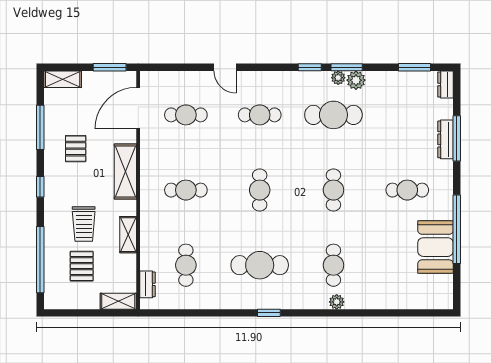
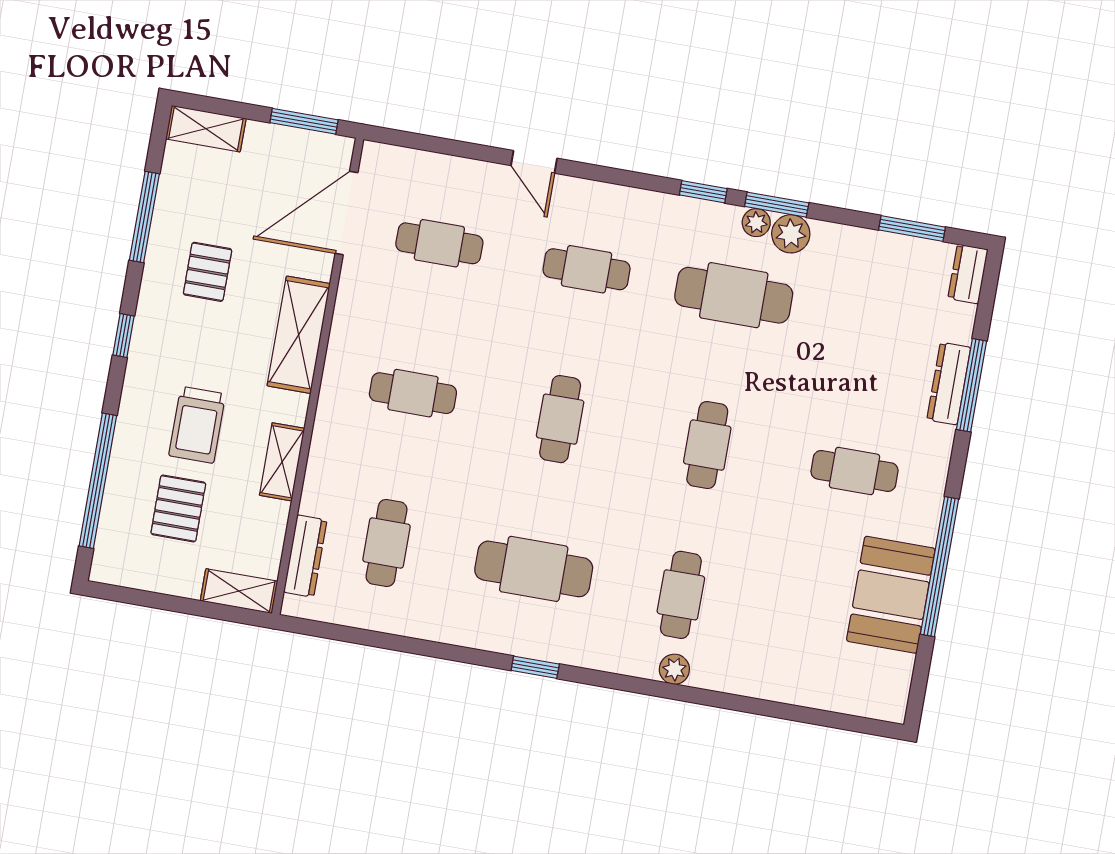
dresser: (148, 284) -> (305, 556), width x1.44

